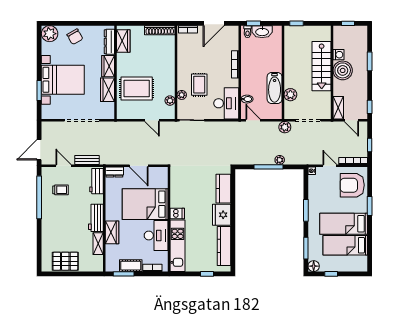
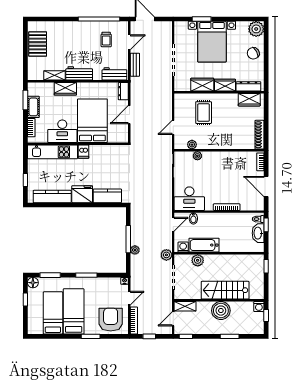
washing machine: (338, 55) -> (259, 306), moved
rug: (199, 85) -> (207, 173), removed
rug: (137, 88) -> (204, 113), width x0.73, depth x0.70
washing machine: (277, 110) -> (183, 247), added

